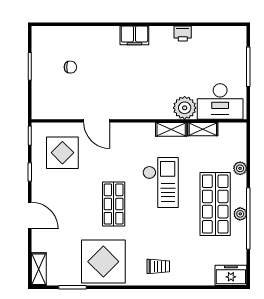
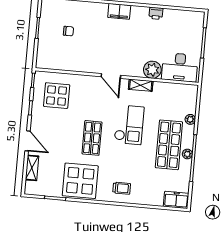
door: (97, 121) -> (111, 76), moved
shelving: (203, 129) -> (165, 87), removed
shelving: (39, 269) -> (32, 168), moved

